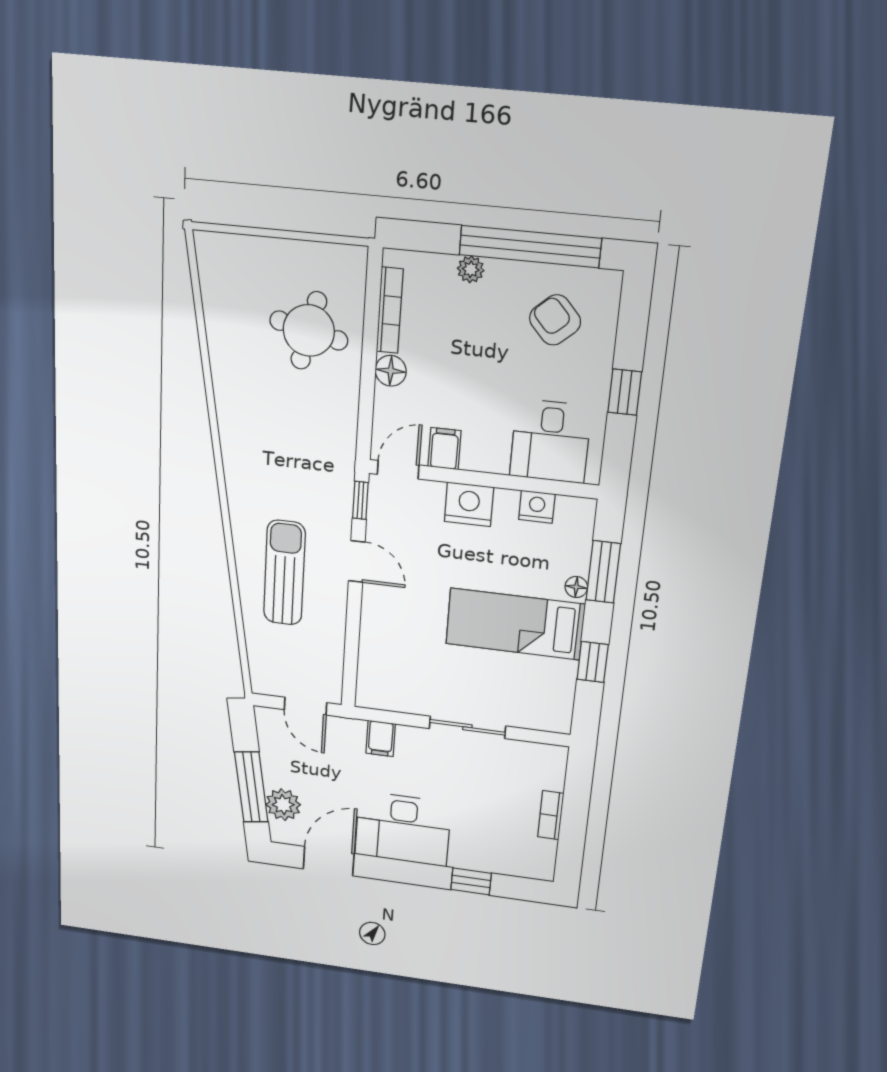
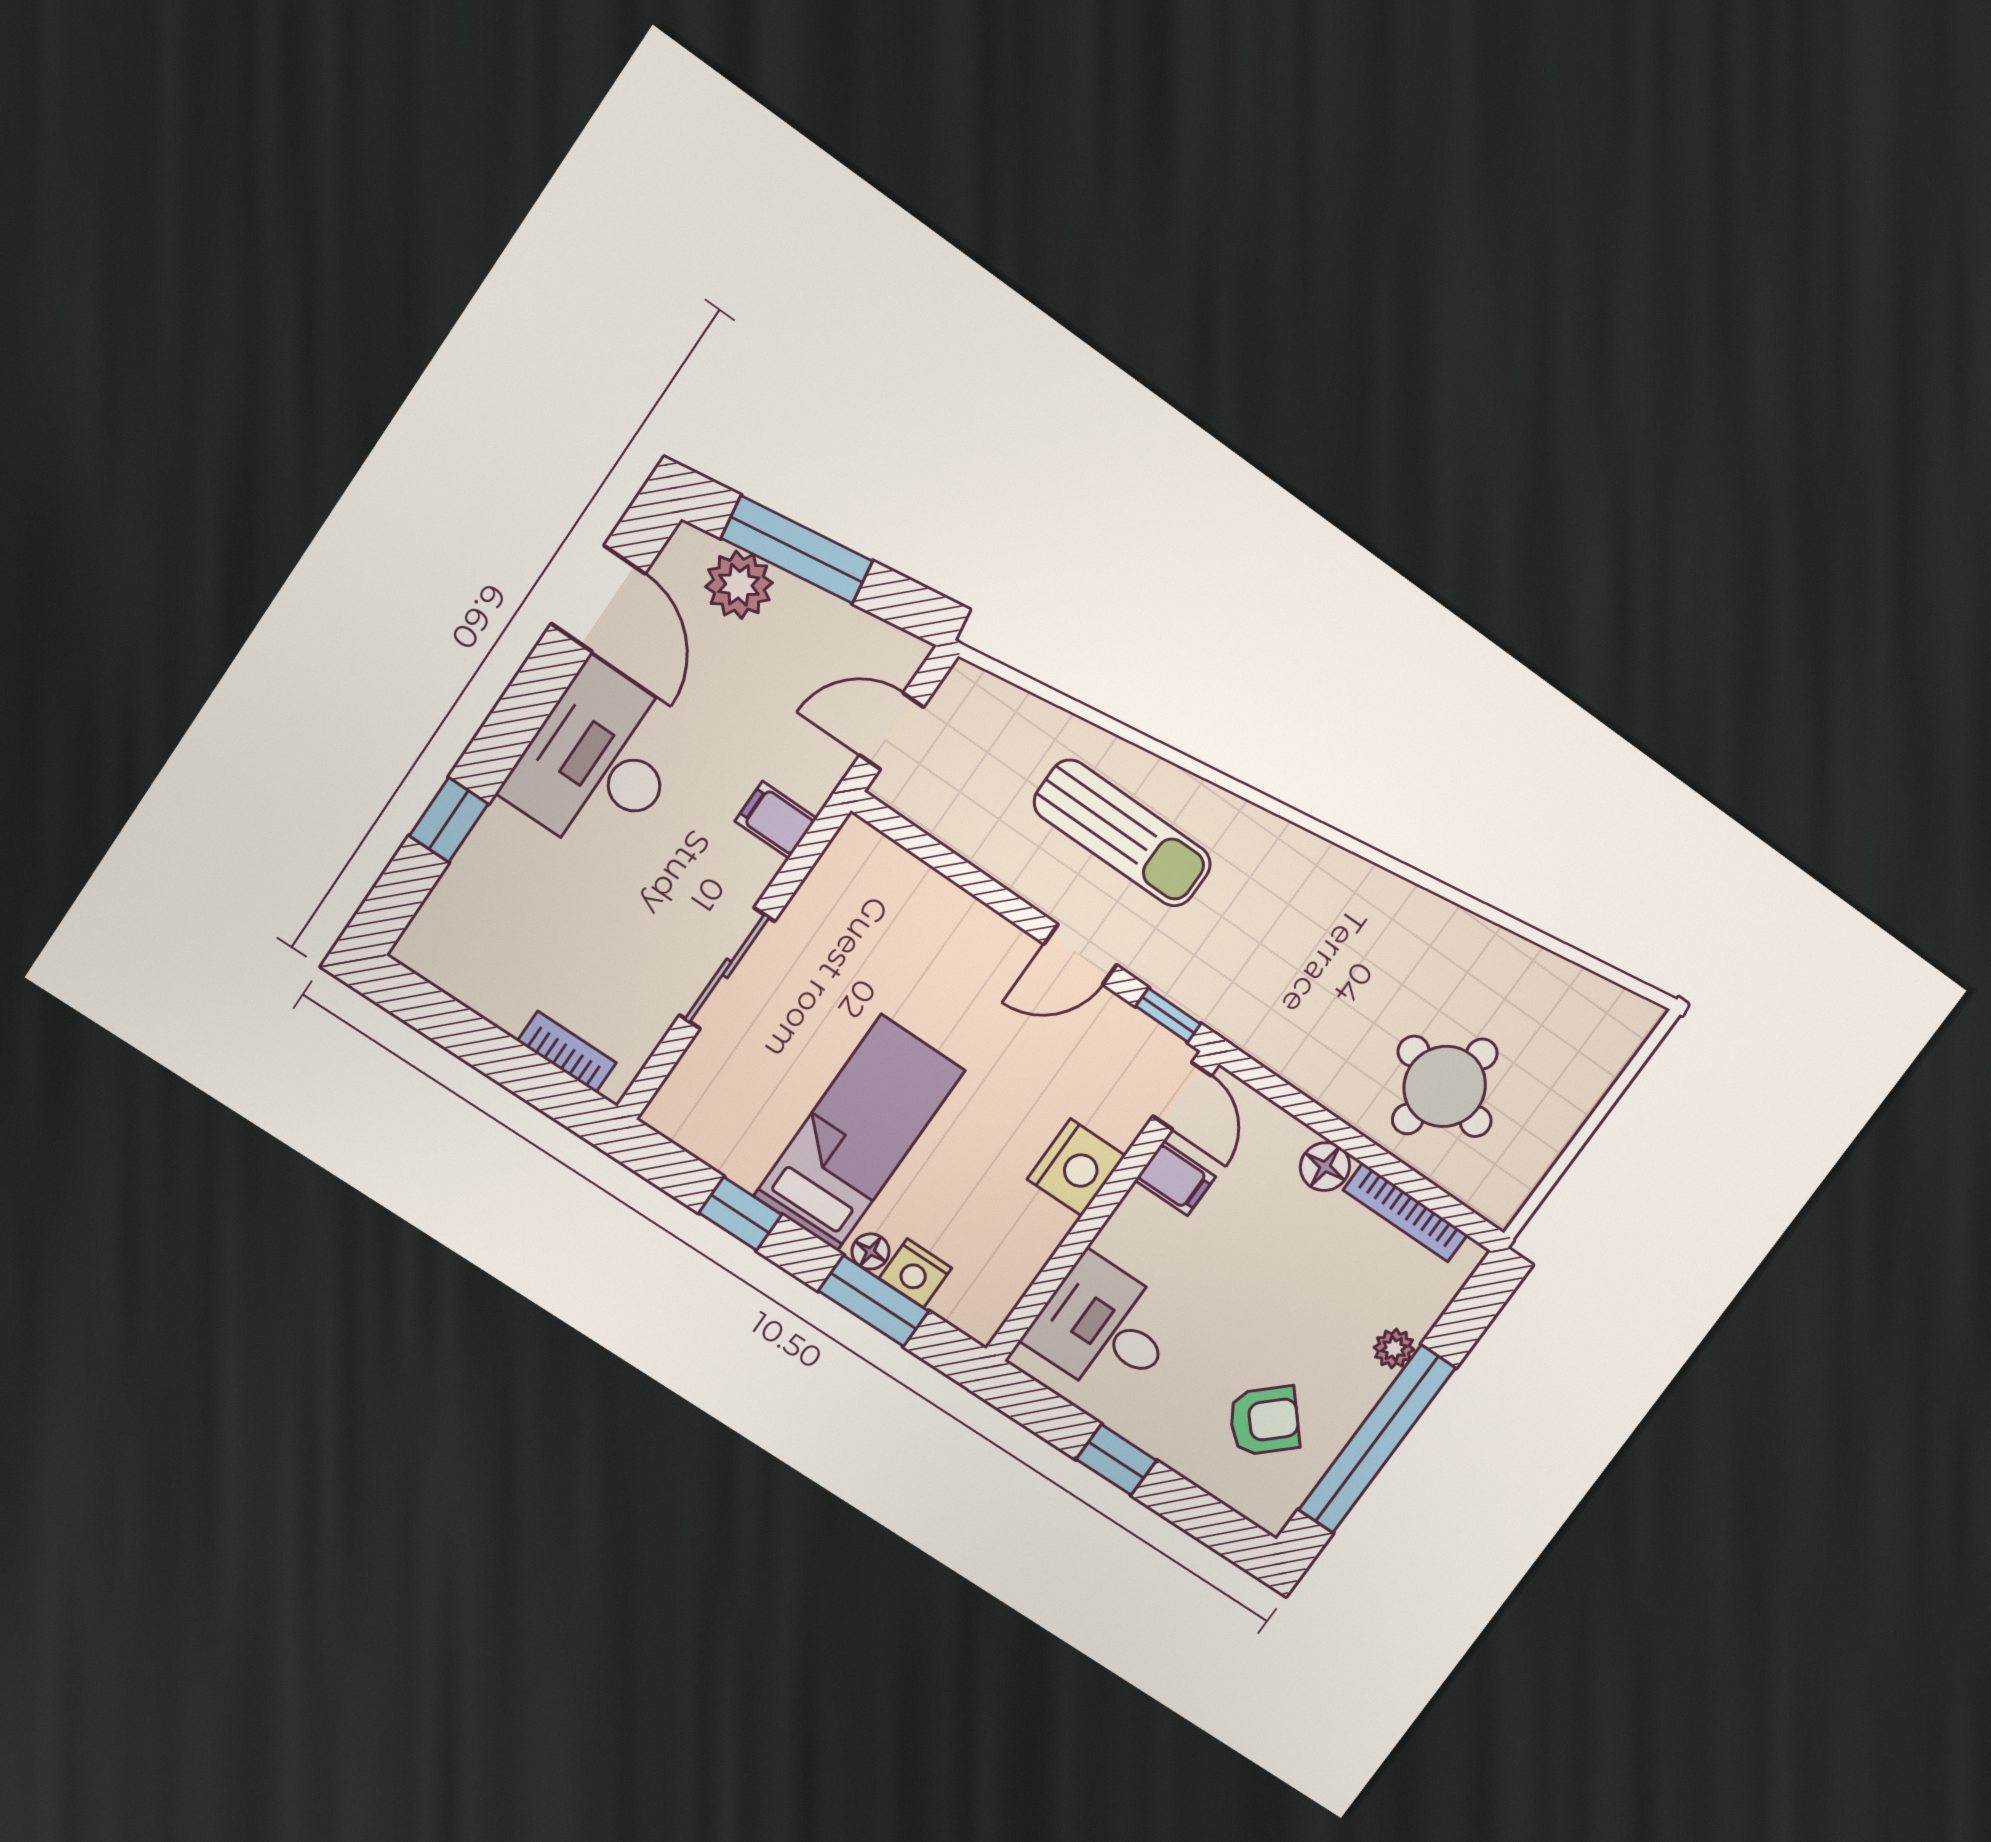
nightstand: (537, 507) -> (915, 1273), moved, turned 90
bookcase: (551, 815) -> (567, 1052), moved

